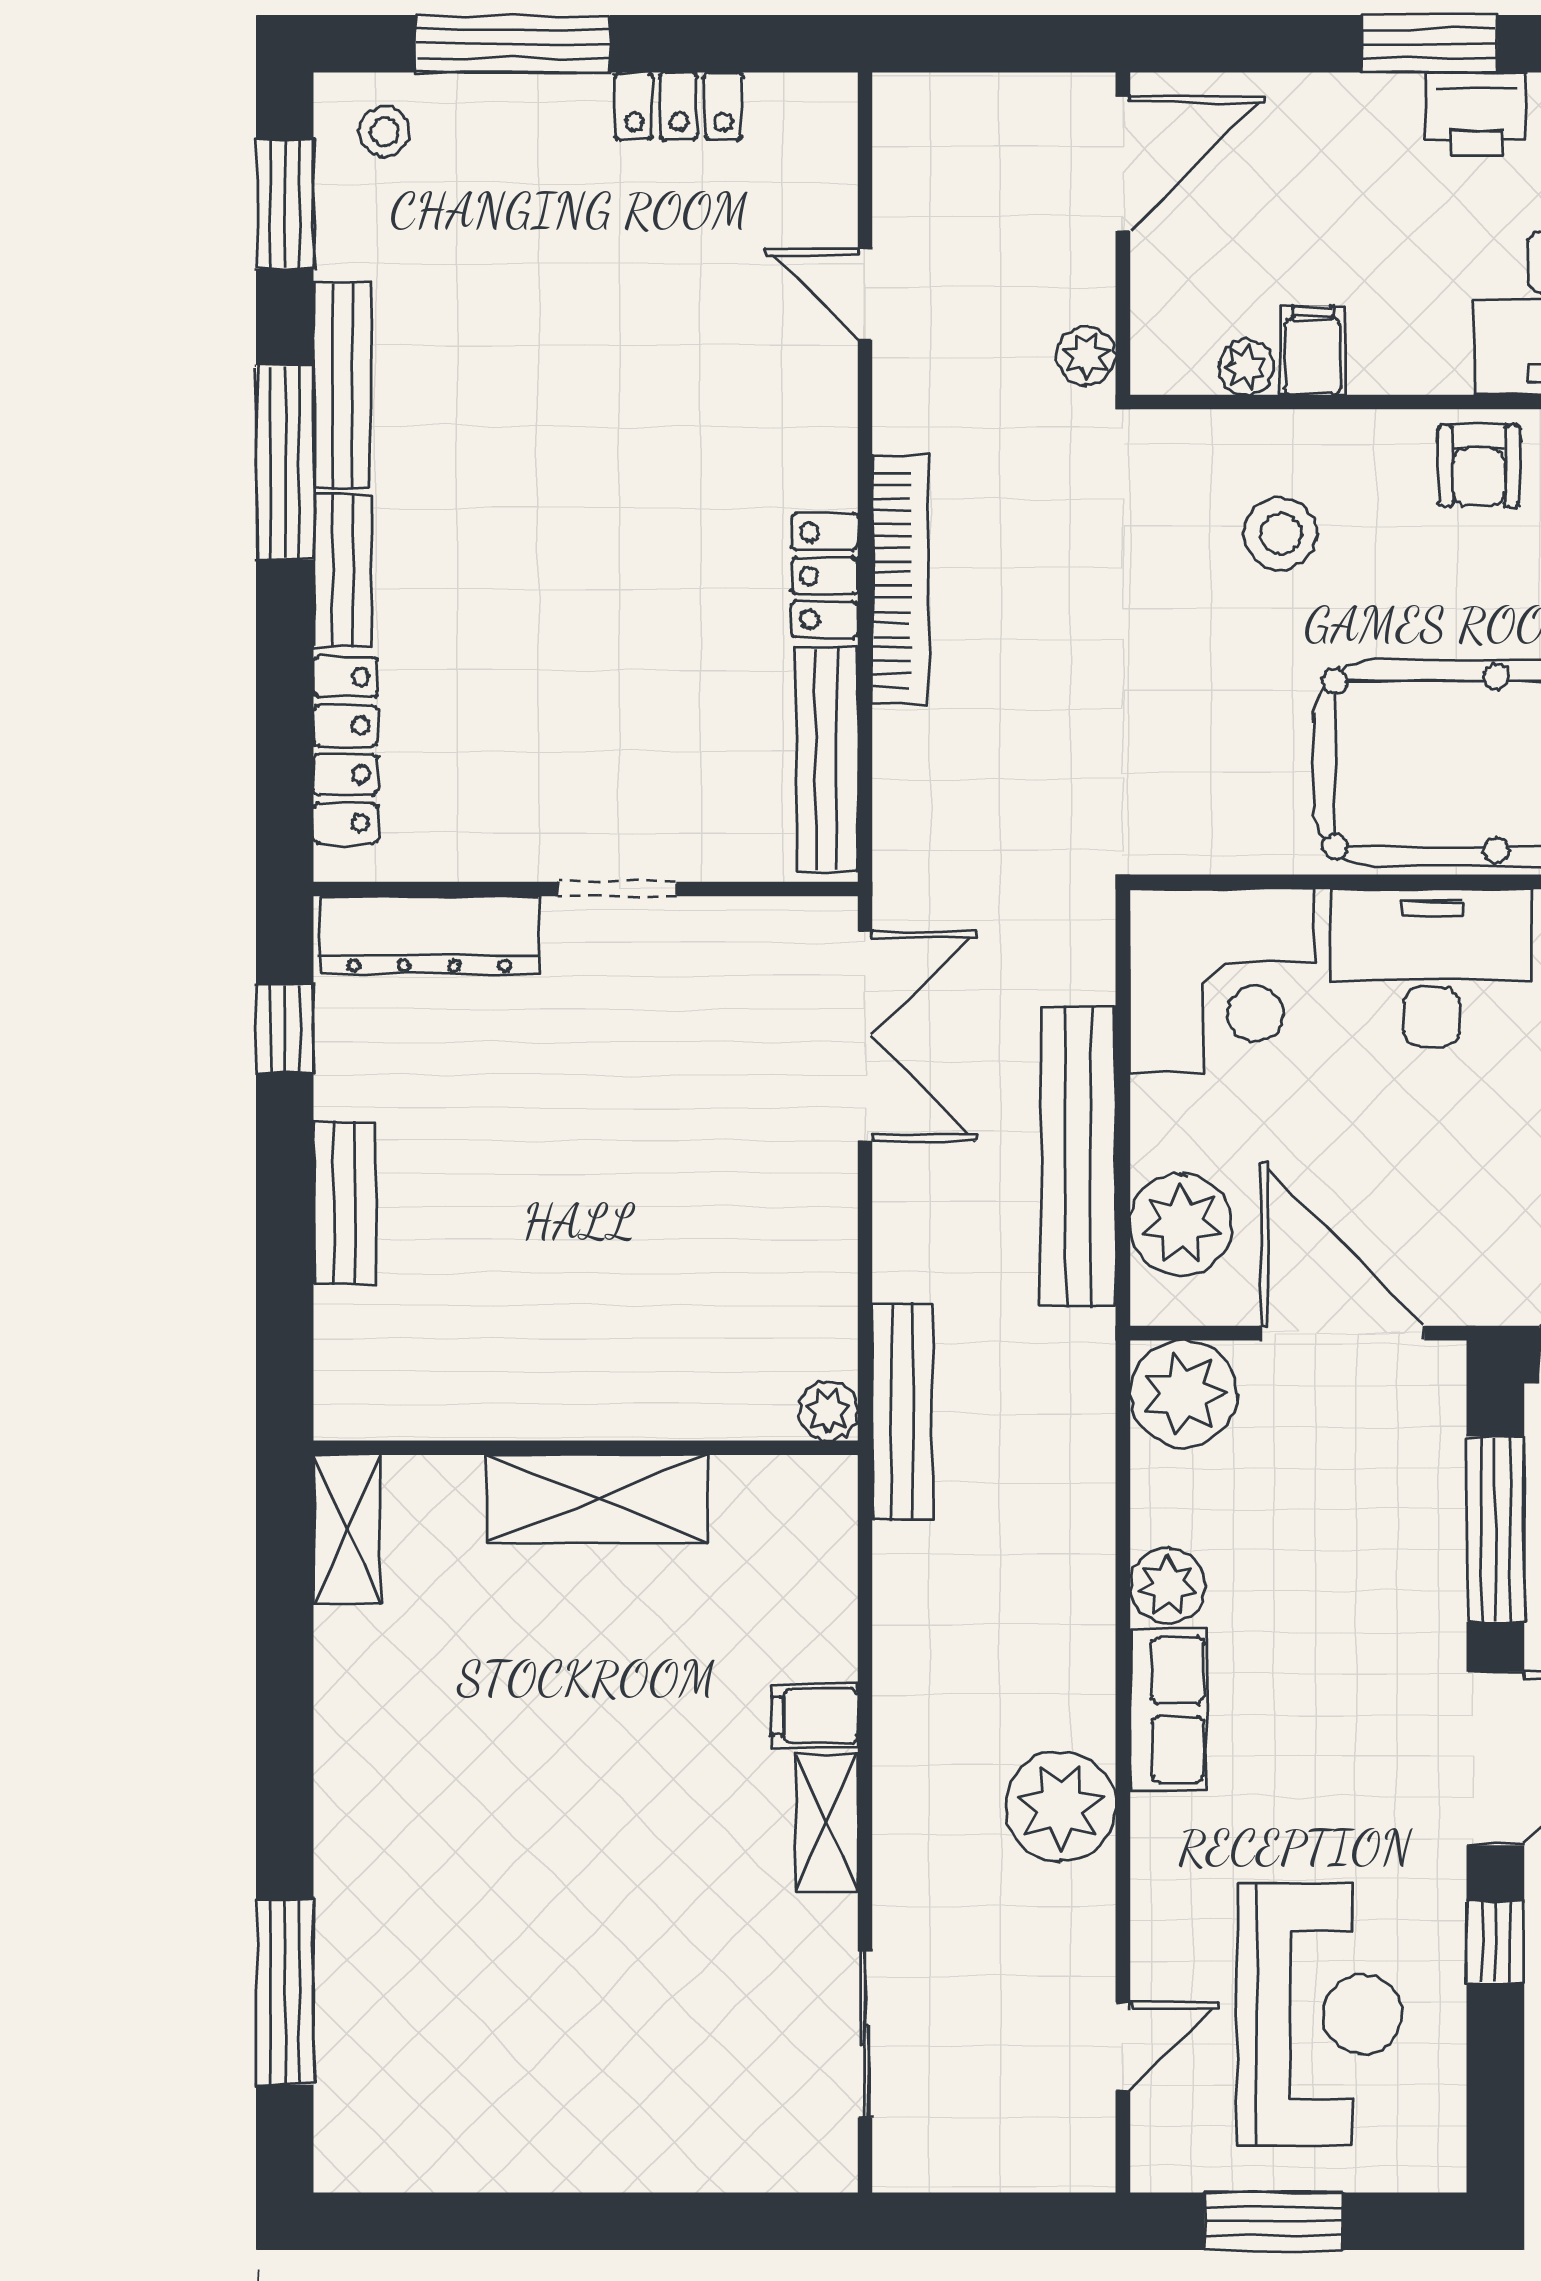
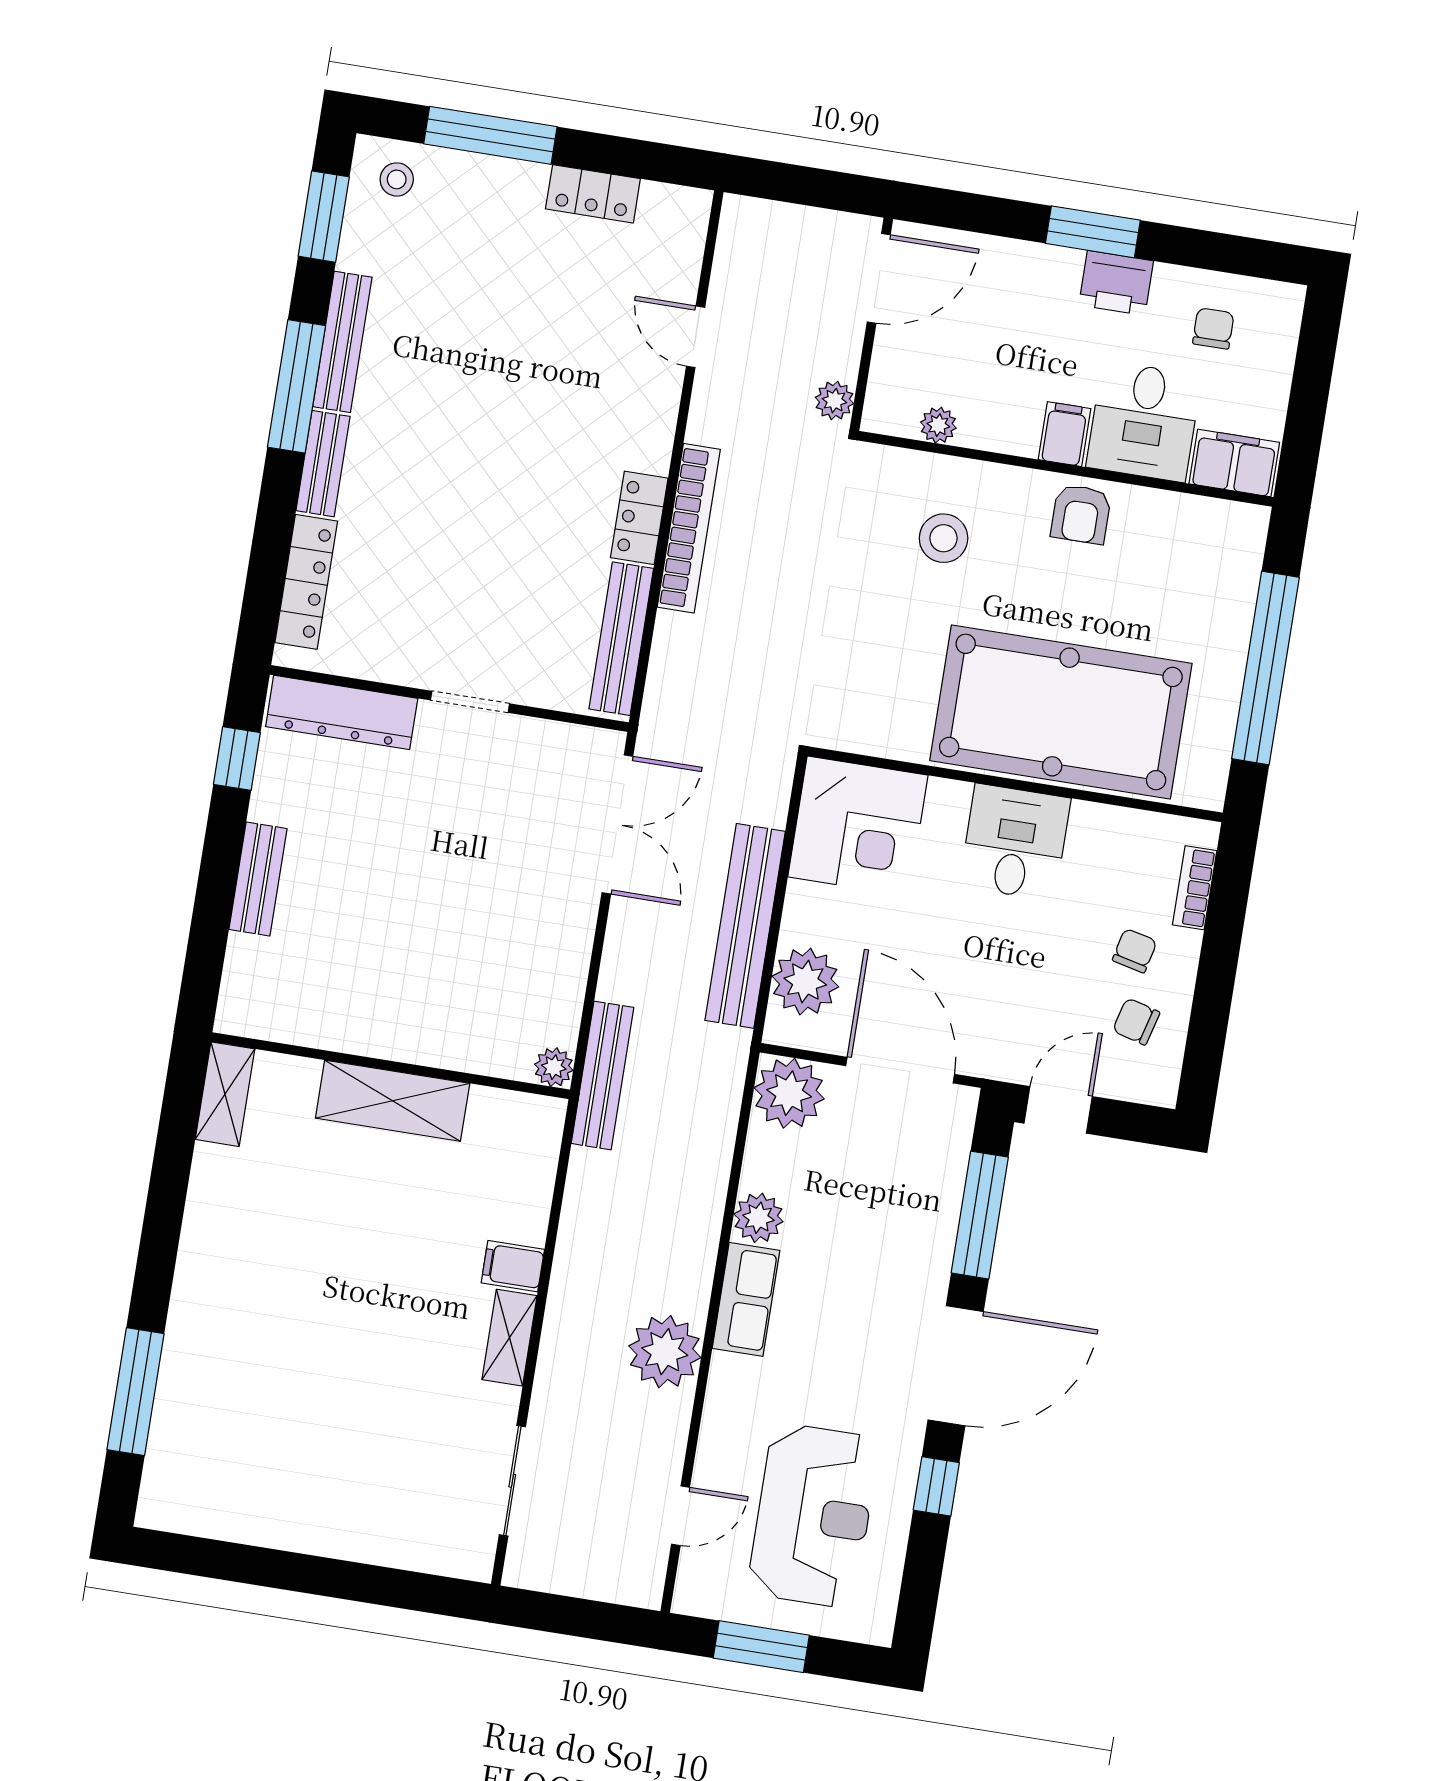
filing cabinet: (1313, 351) -> (1064, 434), moved
desk: (1432, 968) -> (1015, 842), width x0.73

